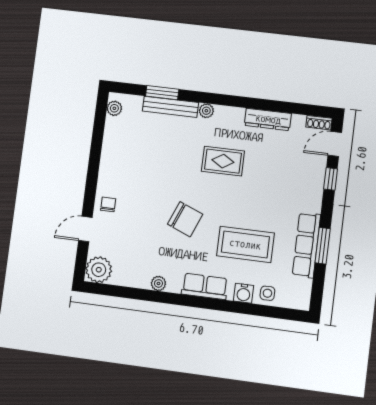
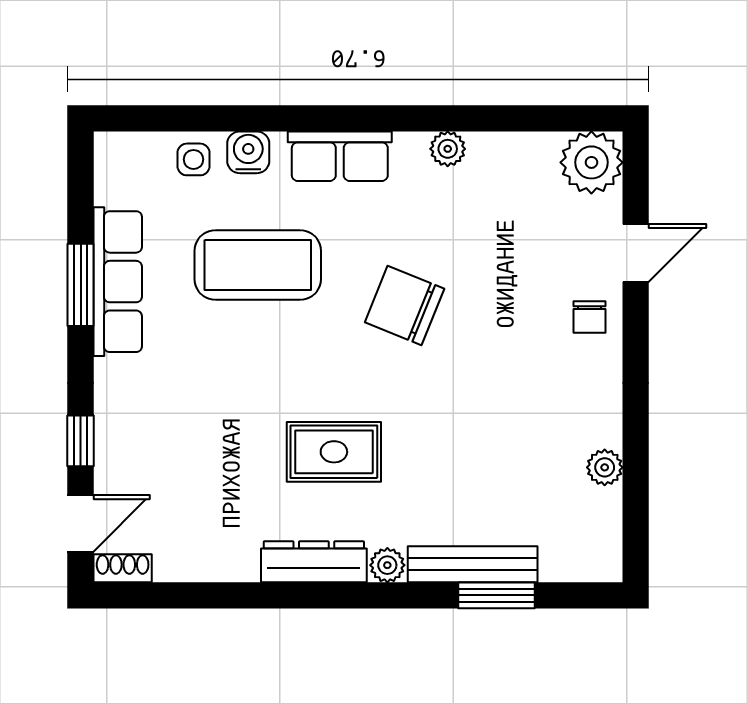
plant: (114, 108) -> (605, 467), moved
dresser: (268, 119) -> (314, 562), moved

